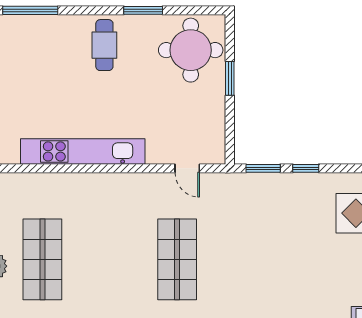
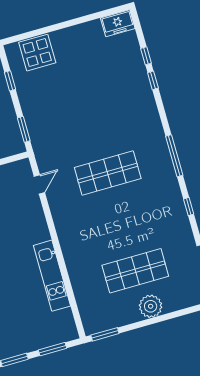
kitchen unit: (83, 151) -> (52, 276), width x0.73
window: (306, 168) -> (10, 81), moved

